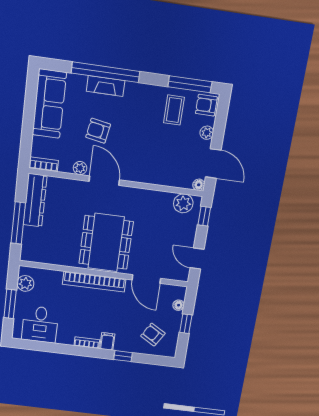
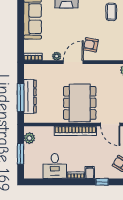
armchair: (98, 131) -> (91, 45), moved
door: (104, 181) -> (73, 62), hinge flipped
dresser: (35, 200) -> (30, 97), moved
desk: (40, 324) -> (55, 166), moved

